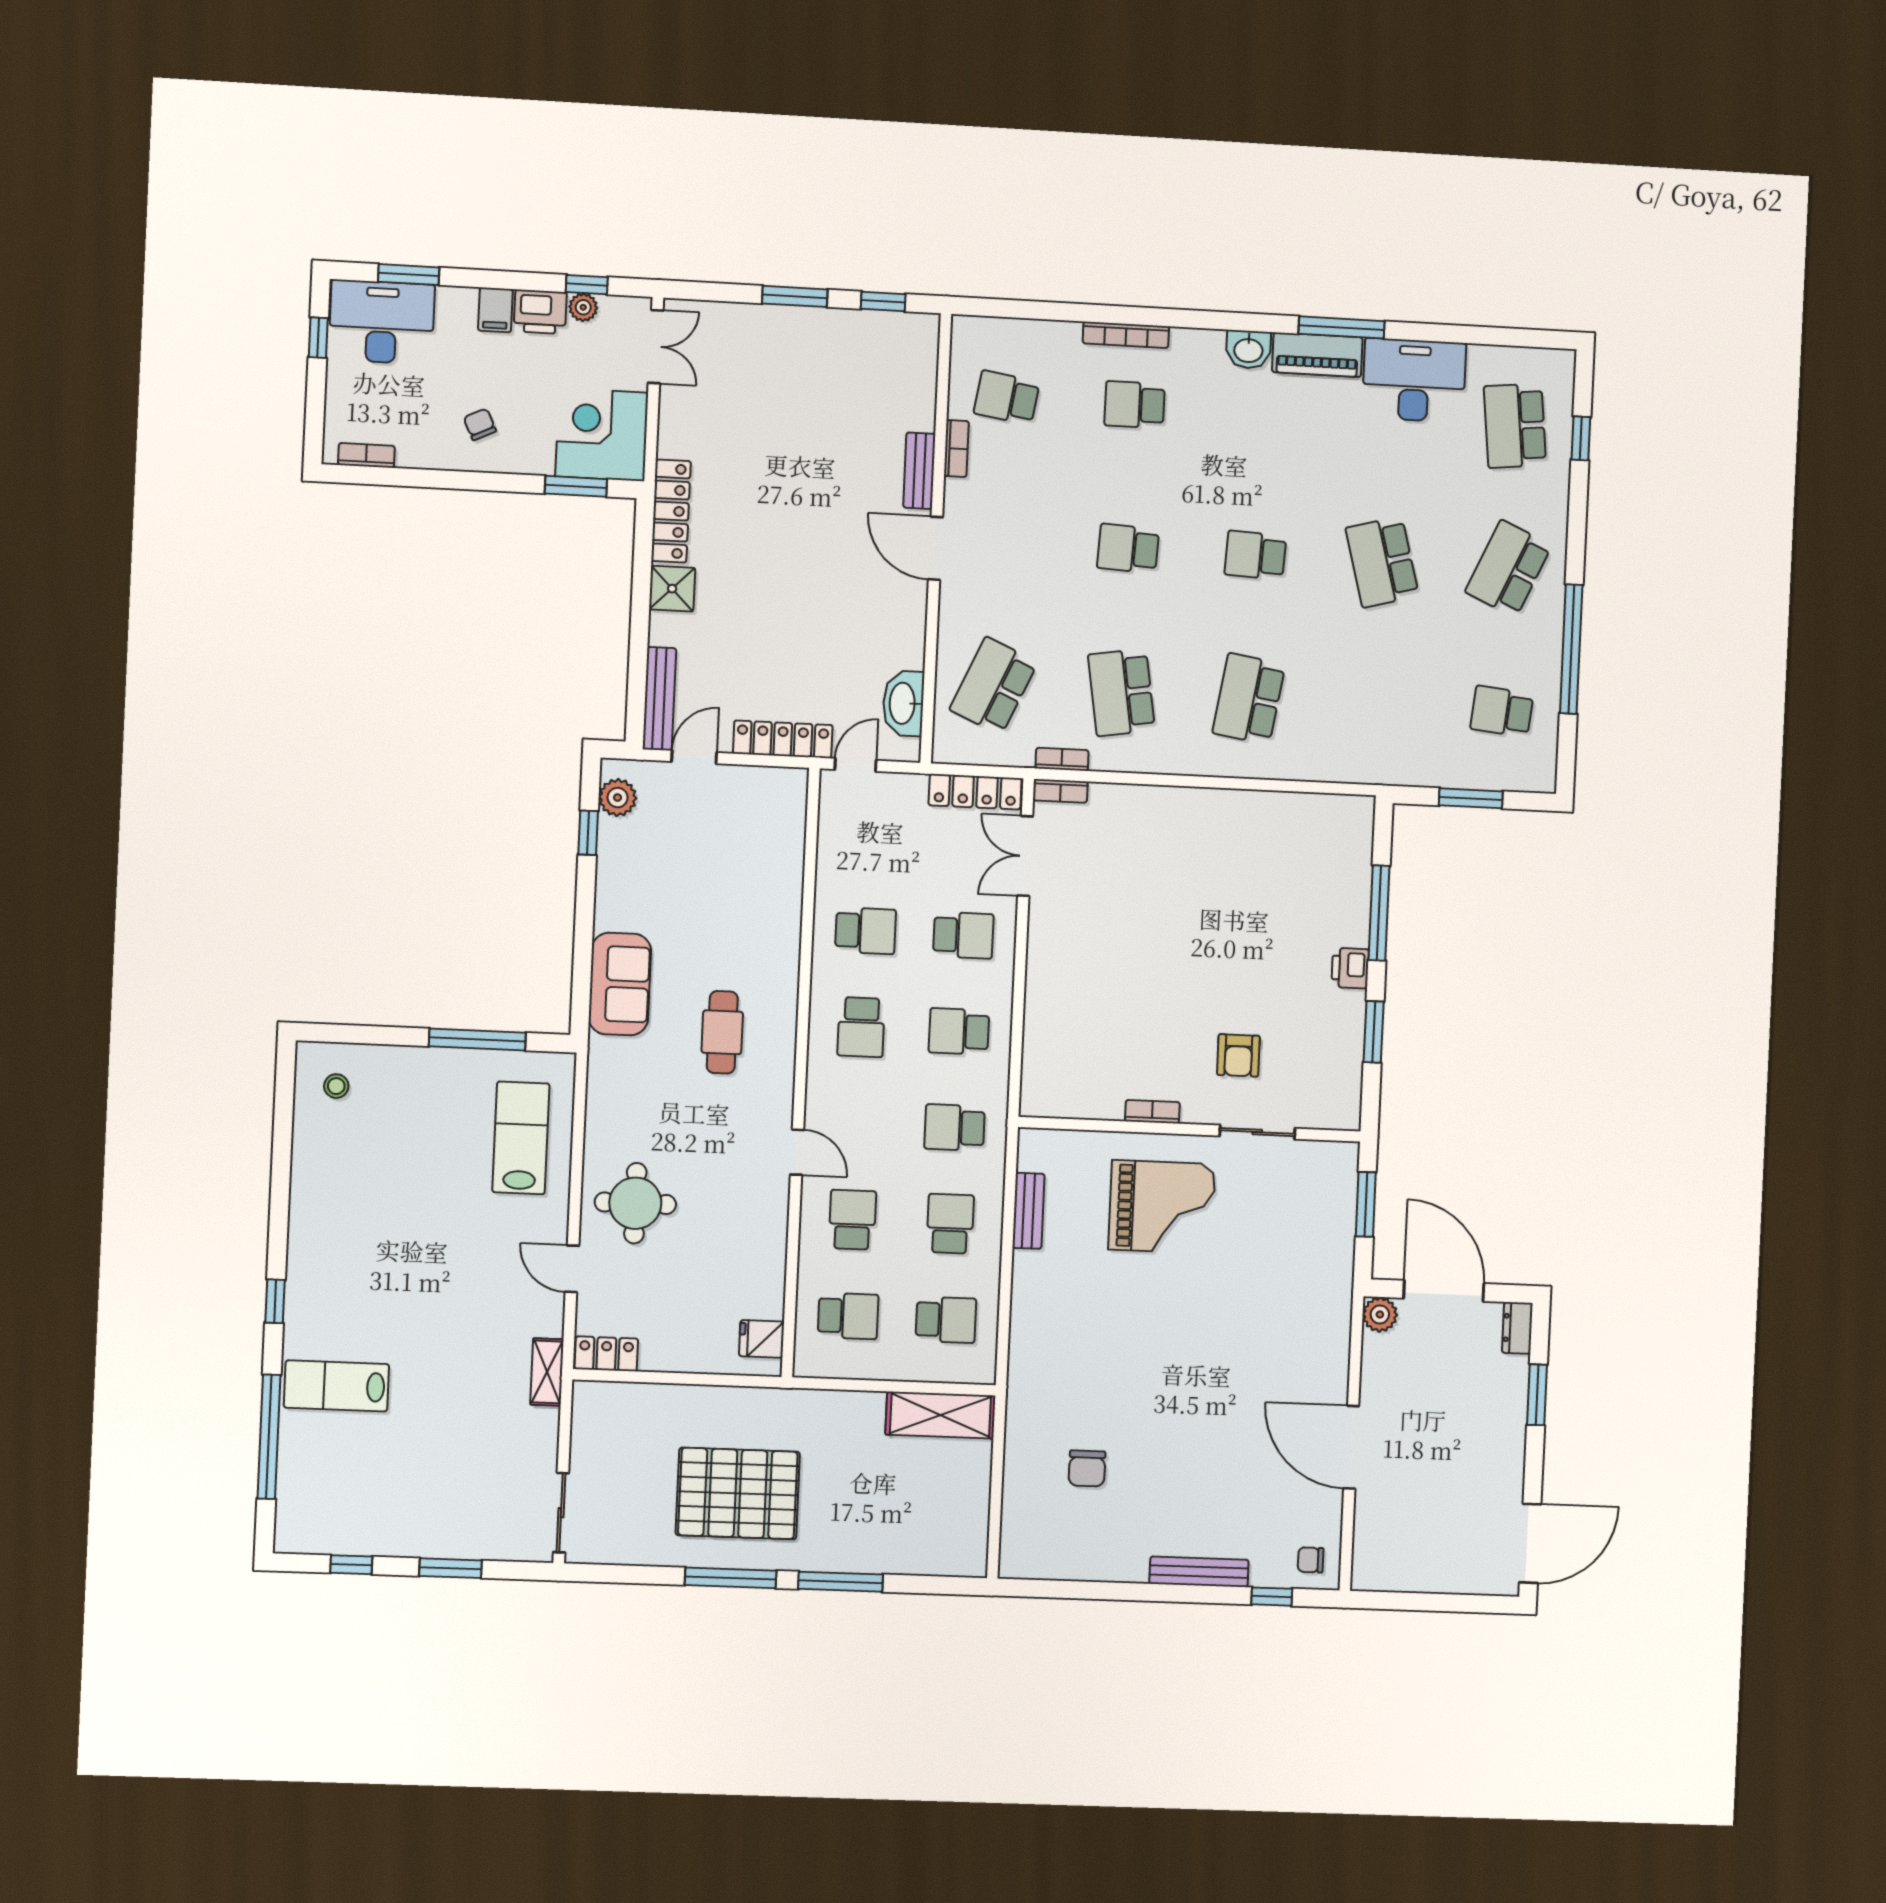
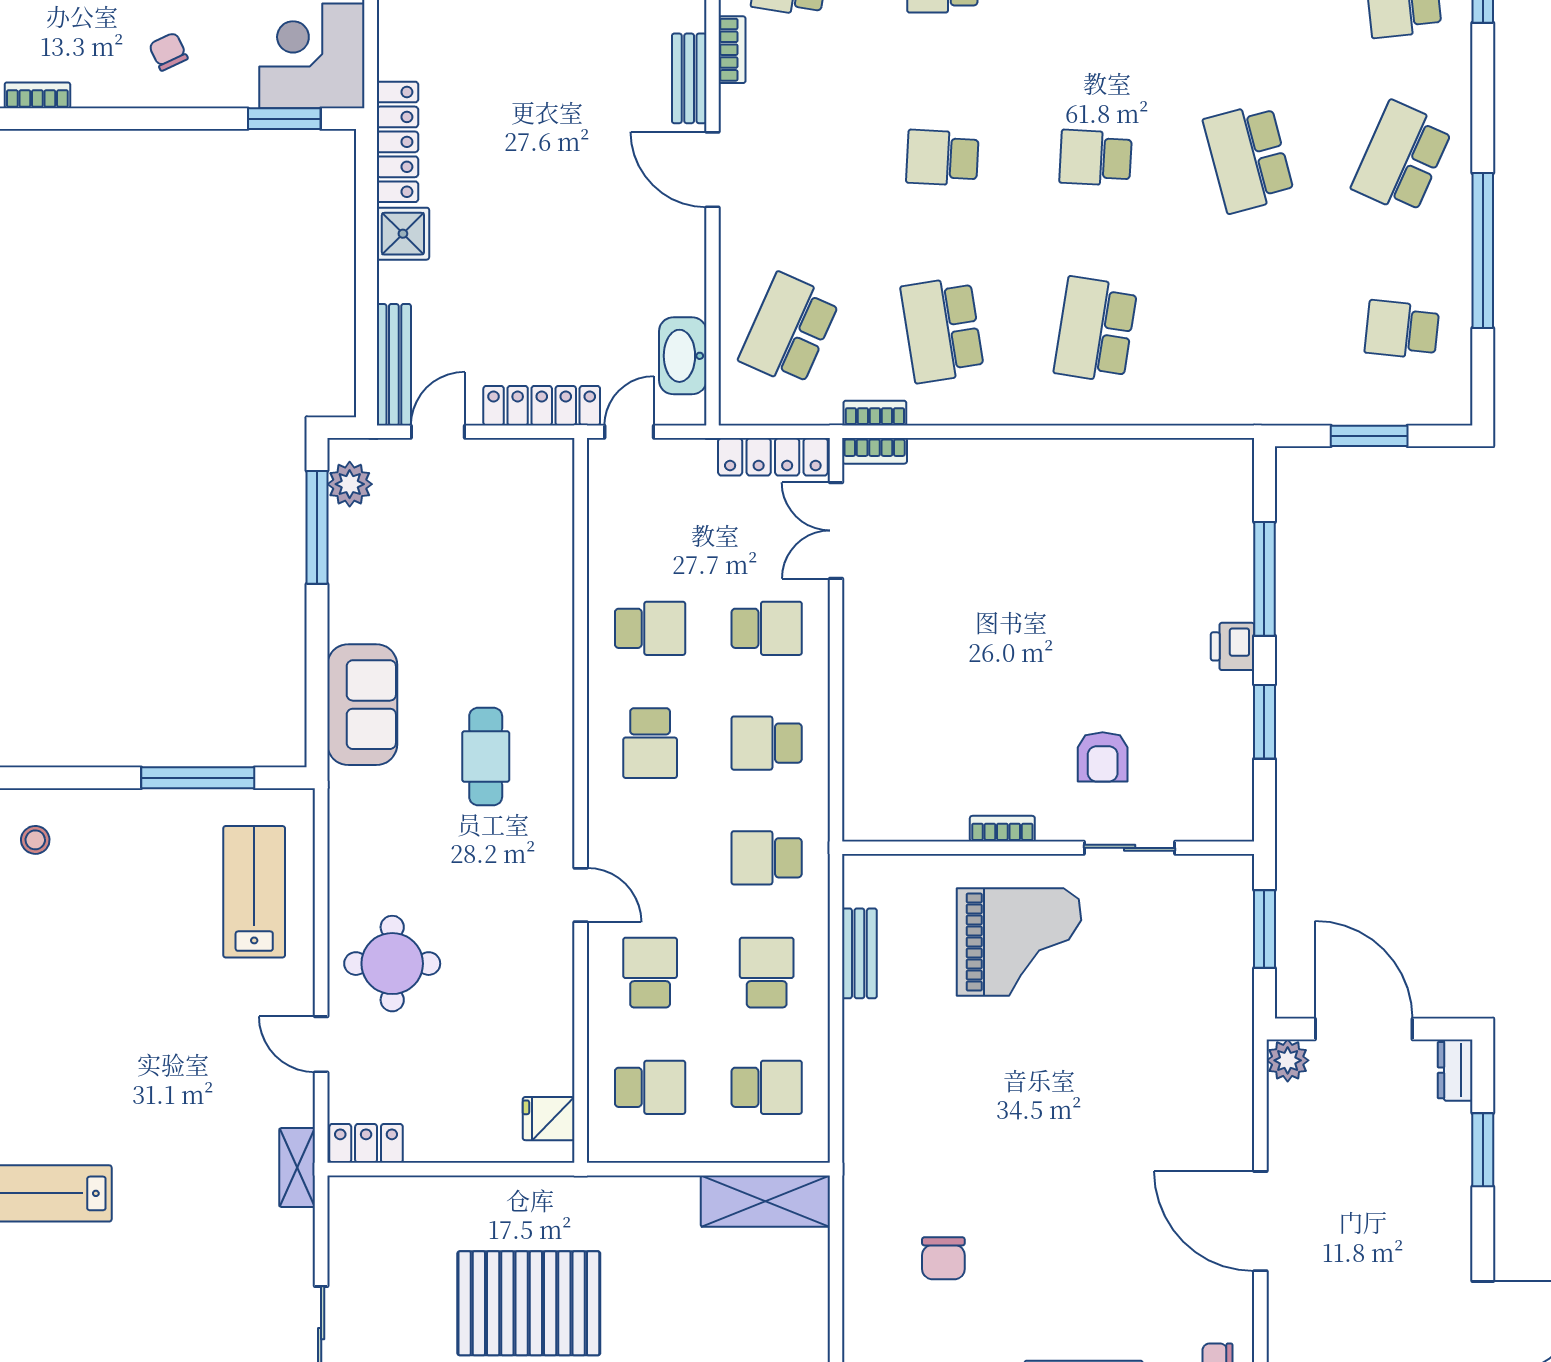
window: (588, 833) -> (317, 527), width x2.17

